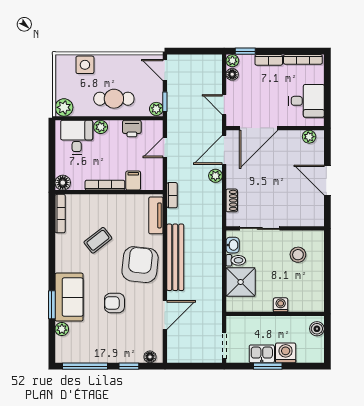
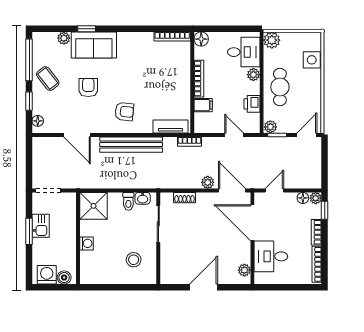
desk: (306, 101) -> (271, 256), moved, turned 90
coffee table: (98, 240) -> (48, 79), moved
armchair: (140, 265) -> (124, 112), width x0.53, depth x0.53
shower: (241, 282) -> (93, 206), moved
window: (52, 305) -> (87, 29), width x0.67
washing machine: (286, 353) -> (47, 275), moved, turned -90

